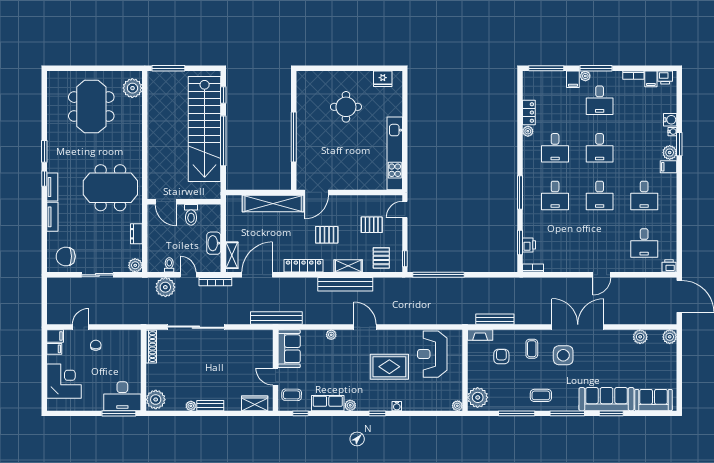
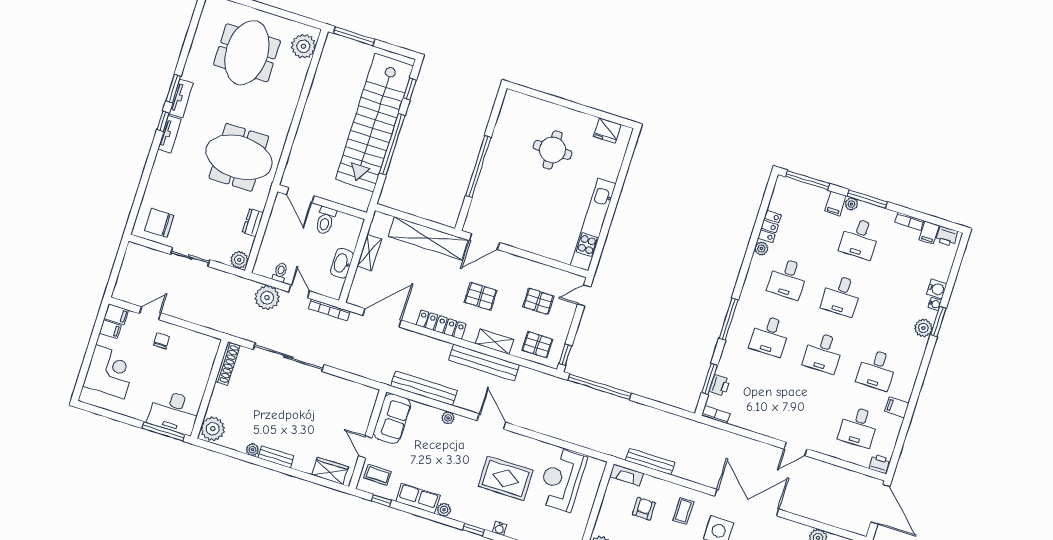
filing cabinet: (669, 167) -> (897, 407), moved
tv unit: (52, 217) -> (181, 99), moved
shelving: (232, 255) -> (369, 253), moved
pallet: (381, 258) -> (537, 345), turned 90
bench: (276, 318) -> (424, 388), moved

